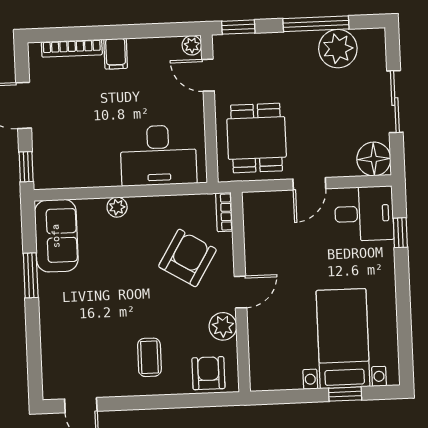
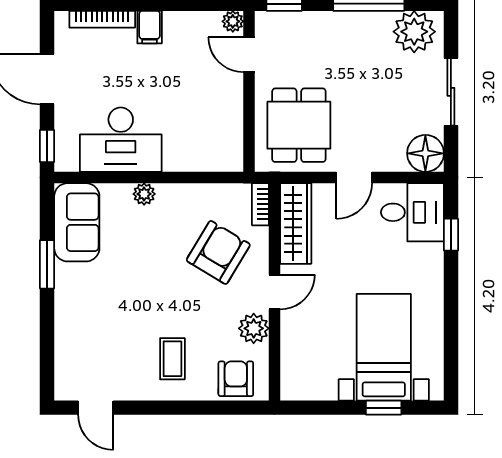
plant: (338, 49) -> (414, 32), moved
desk: (158, 155) -> (121, 140), moved
wardrobe: (257, 228) -> (296, 223), added

